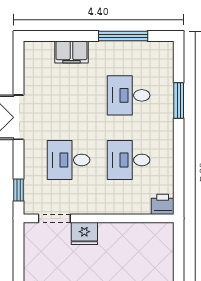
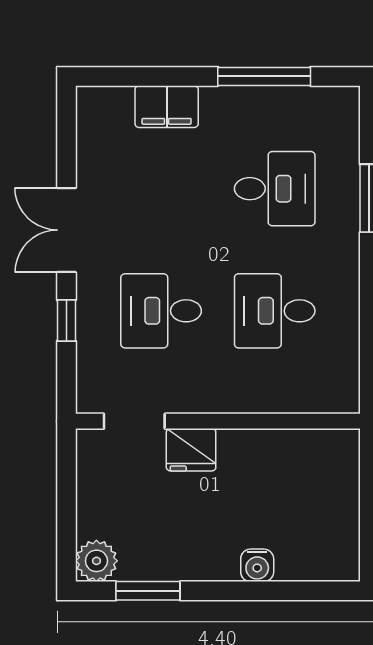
desk: (129, 95) -> (275, 189), turned 180
window: (18, 190) -> (66, 321), moved
printer: (163, 204) -> (339, 395), removed

